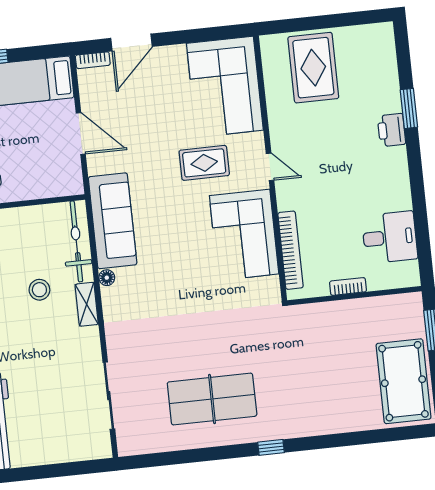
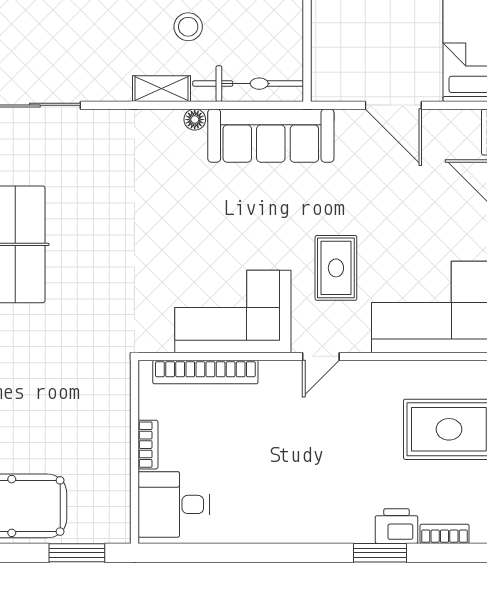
bookcase: (390, 63) -> (445, 534), added
printer: (392, 130) -> (397, 526), moved
door: (81, 134) -> (393, 105), hinge flipped
desk: (390, 237) -> (174, 504), moved, turned 90

